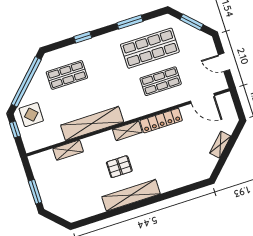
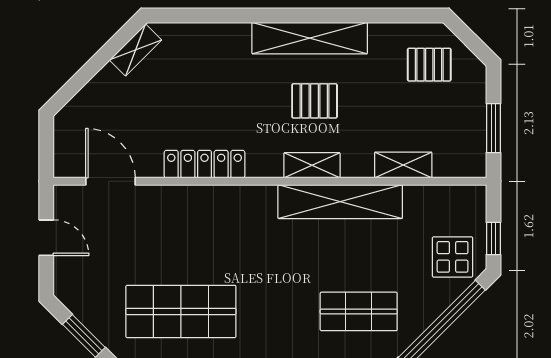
shop shelf: (161, 81) -> (181, 241), removed
shelving: (127, 131) -> (312, 165), moved
shelving: (220, 145) -> (136, 50), moved
window: (35, 192) -> (493, 128), moved
pallet: (71, 201) -> (429, 65), added

